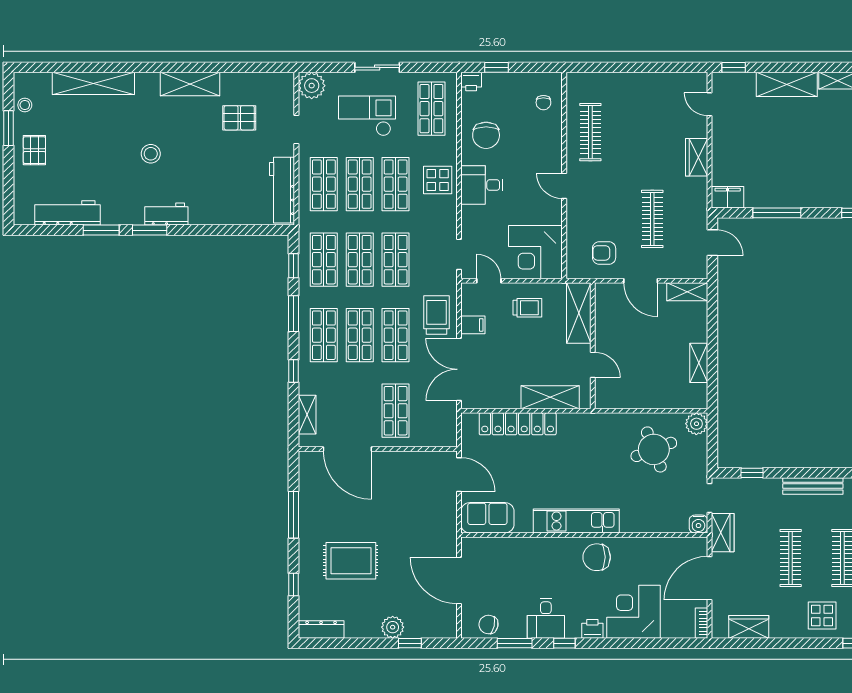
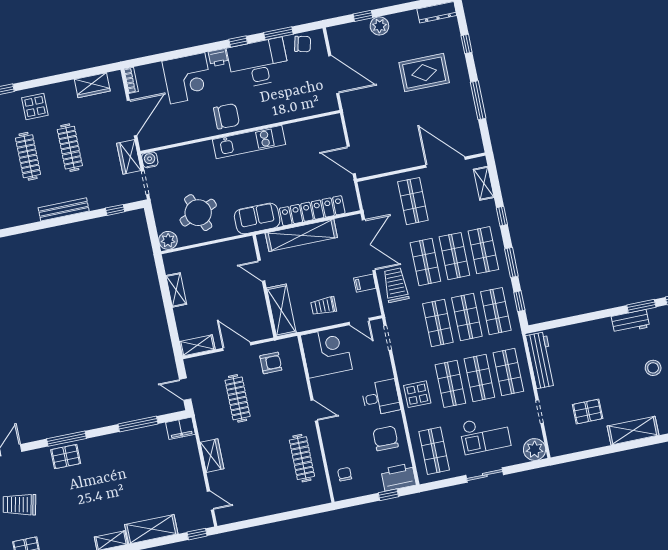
printer: (471, 82) -> (399, 477), width x1.87, depth x1.48
trolley: (437, 315) -> (396, 285), turned 180
shelving: (550, 397) -> (301, 235), width x1.47
sofa: (487, 518) -> (257, 219), moved, turned 180
desk: (546, 618) -> (258, 63), width x1.87, depth x1.30

